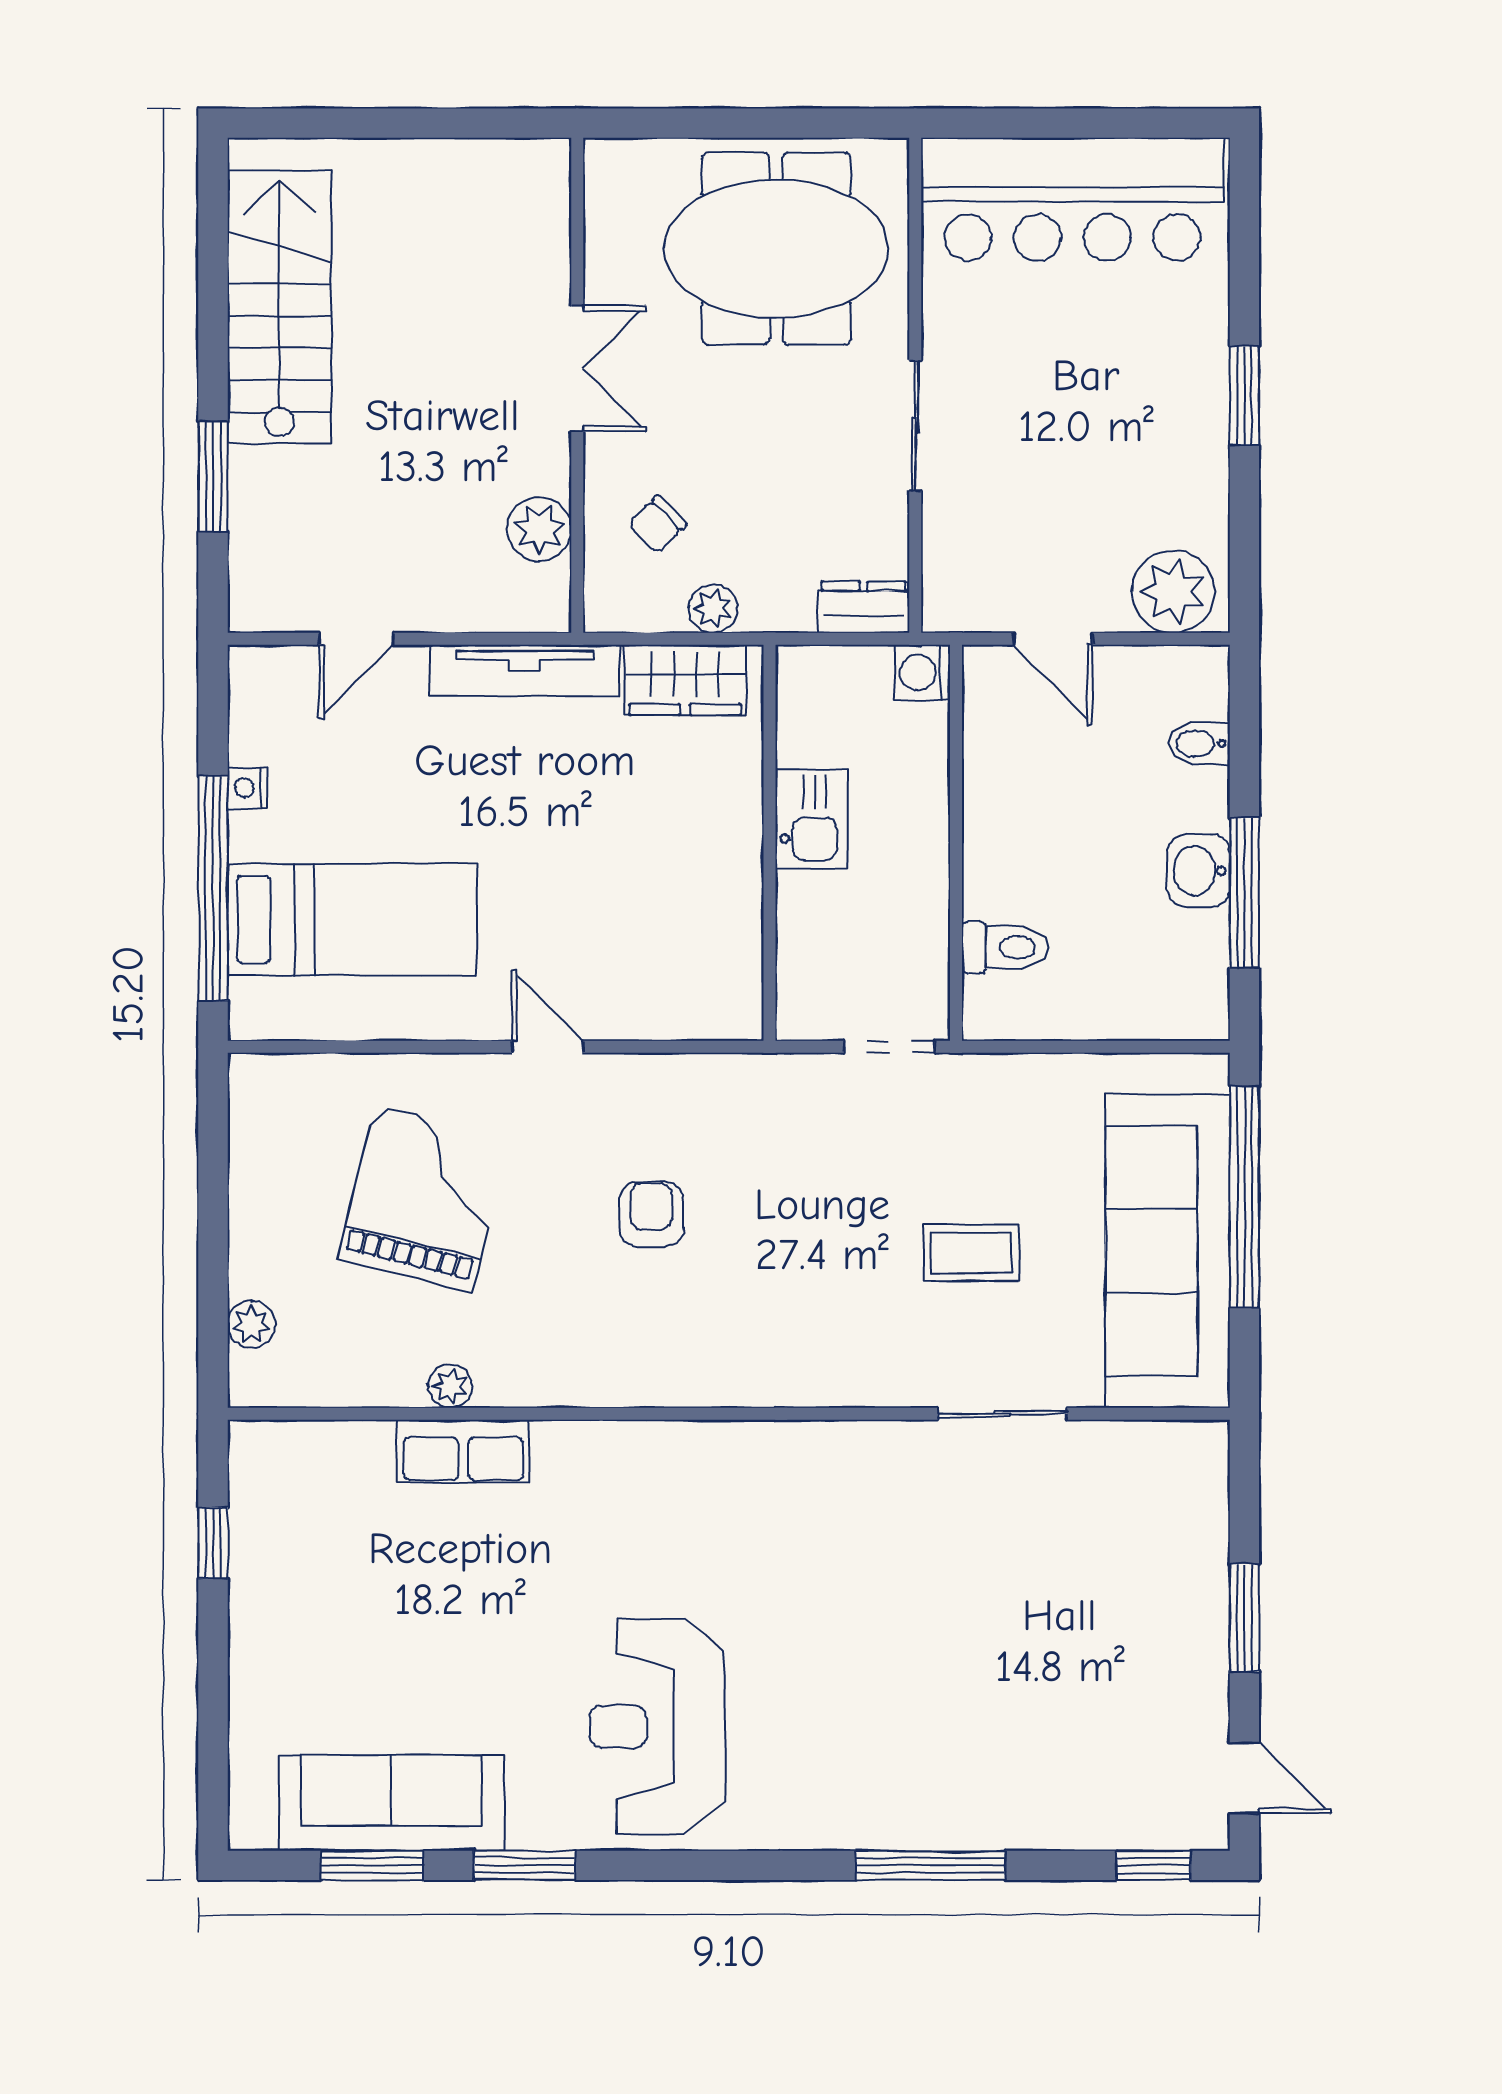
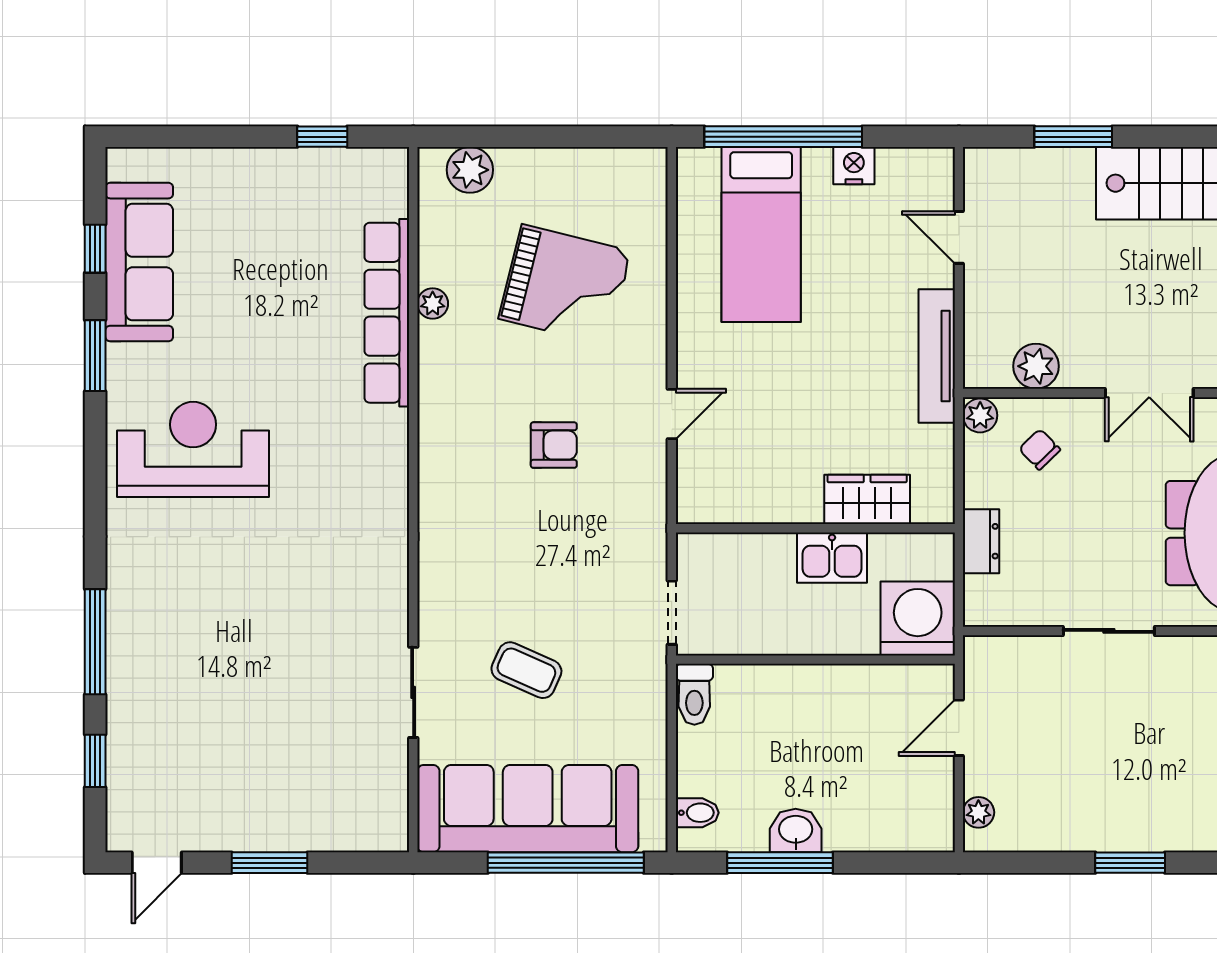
plant: (1173, 592) -> (978, 812), width x0.53, depth x0.53
dresser: (864, 607) -> (981, 541), moved
plant: (713, 609) -> (980, 415), moved
washing machine: (922, 672) -> (918, 618), width x1.89, depth x1.89
wardrobe: (685, 680) -> (867, 499), moved, turned 90
bidet: (1199, 743) -> (697, 813), moved, turned 90
nightstand: (247, 788) -> (854, 166), width x1.39, depth x1.35
toilet: (1005, 947) -> (694, 694), moved
door: (548, 1047) -> (672, 414), moved
coffee table: (971, 1253) -> (526, 670), turned -66
plant: (251, 1324) -> (470, 170), width x1.38, depth x1.38
row of seats: (463, 1451) -> (387, 313), width x2.02
window: (372, 1865) -> (95, 249), width x0.67
window: (1153, 1865) -> (95, 761), moved

